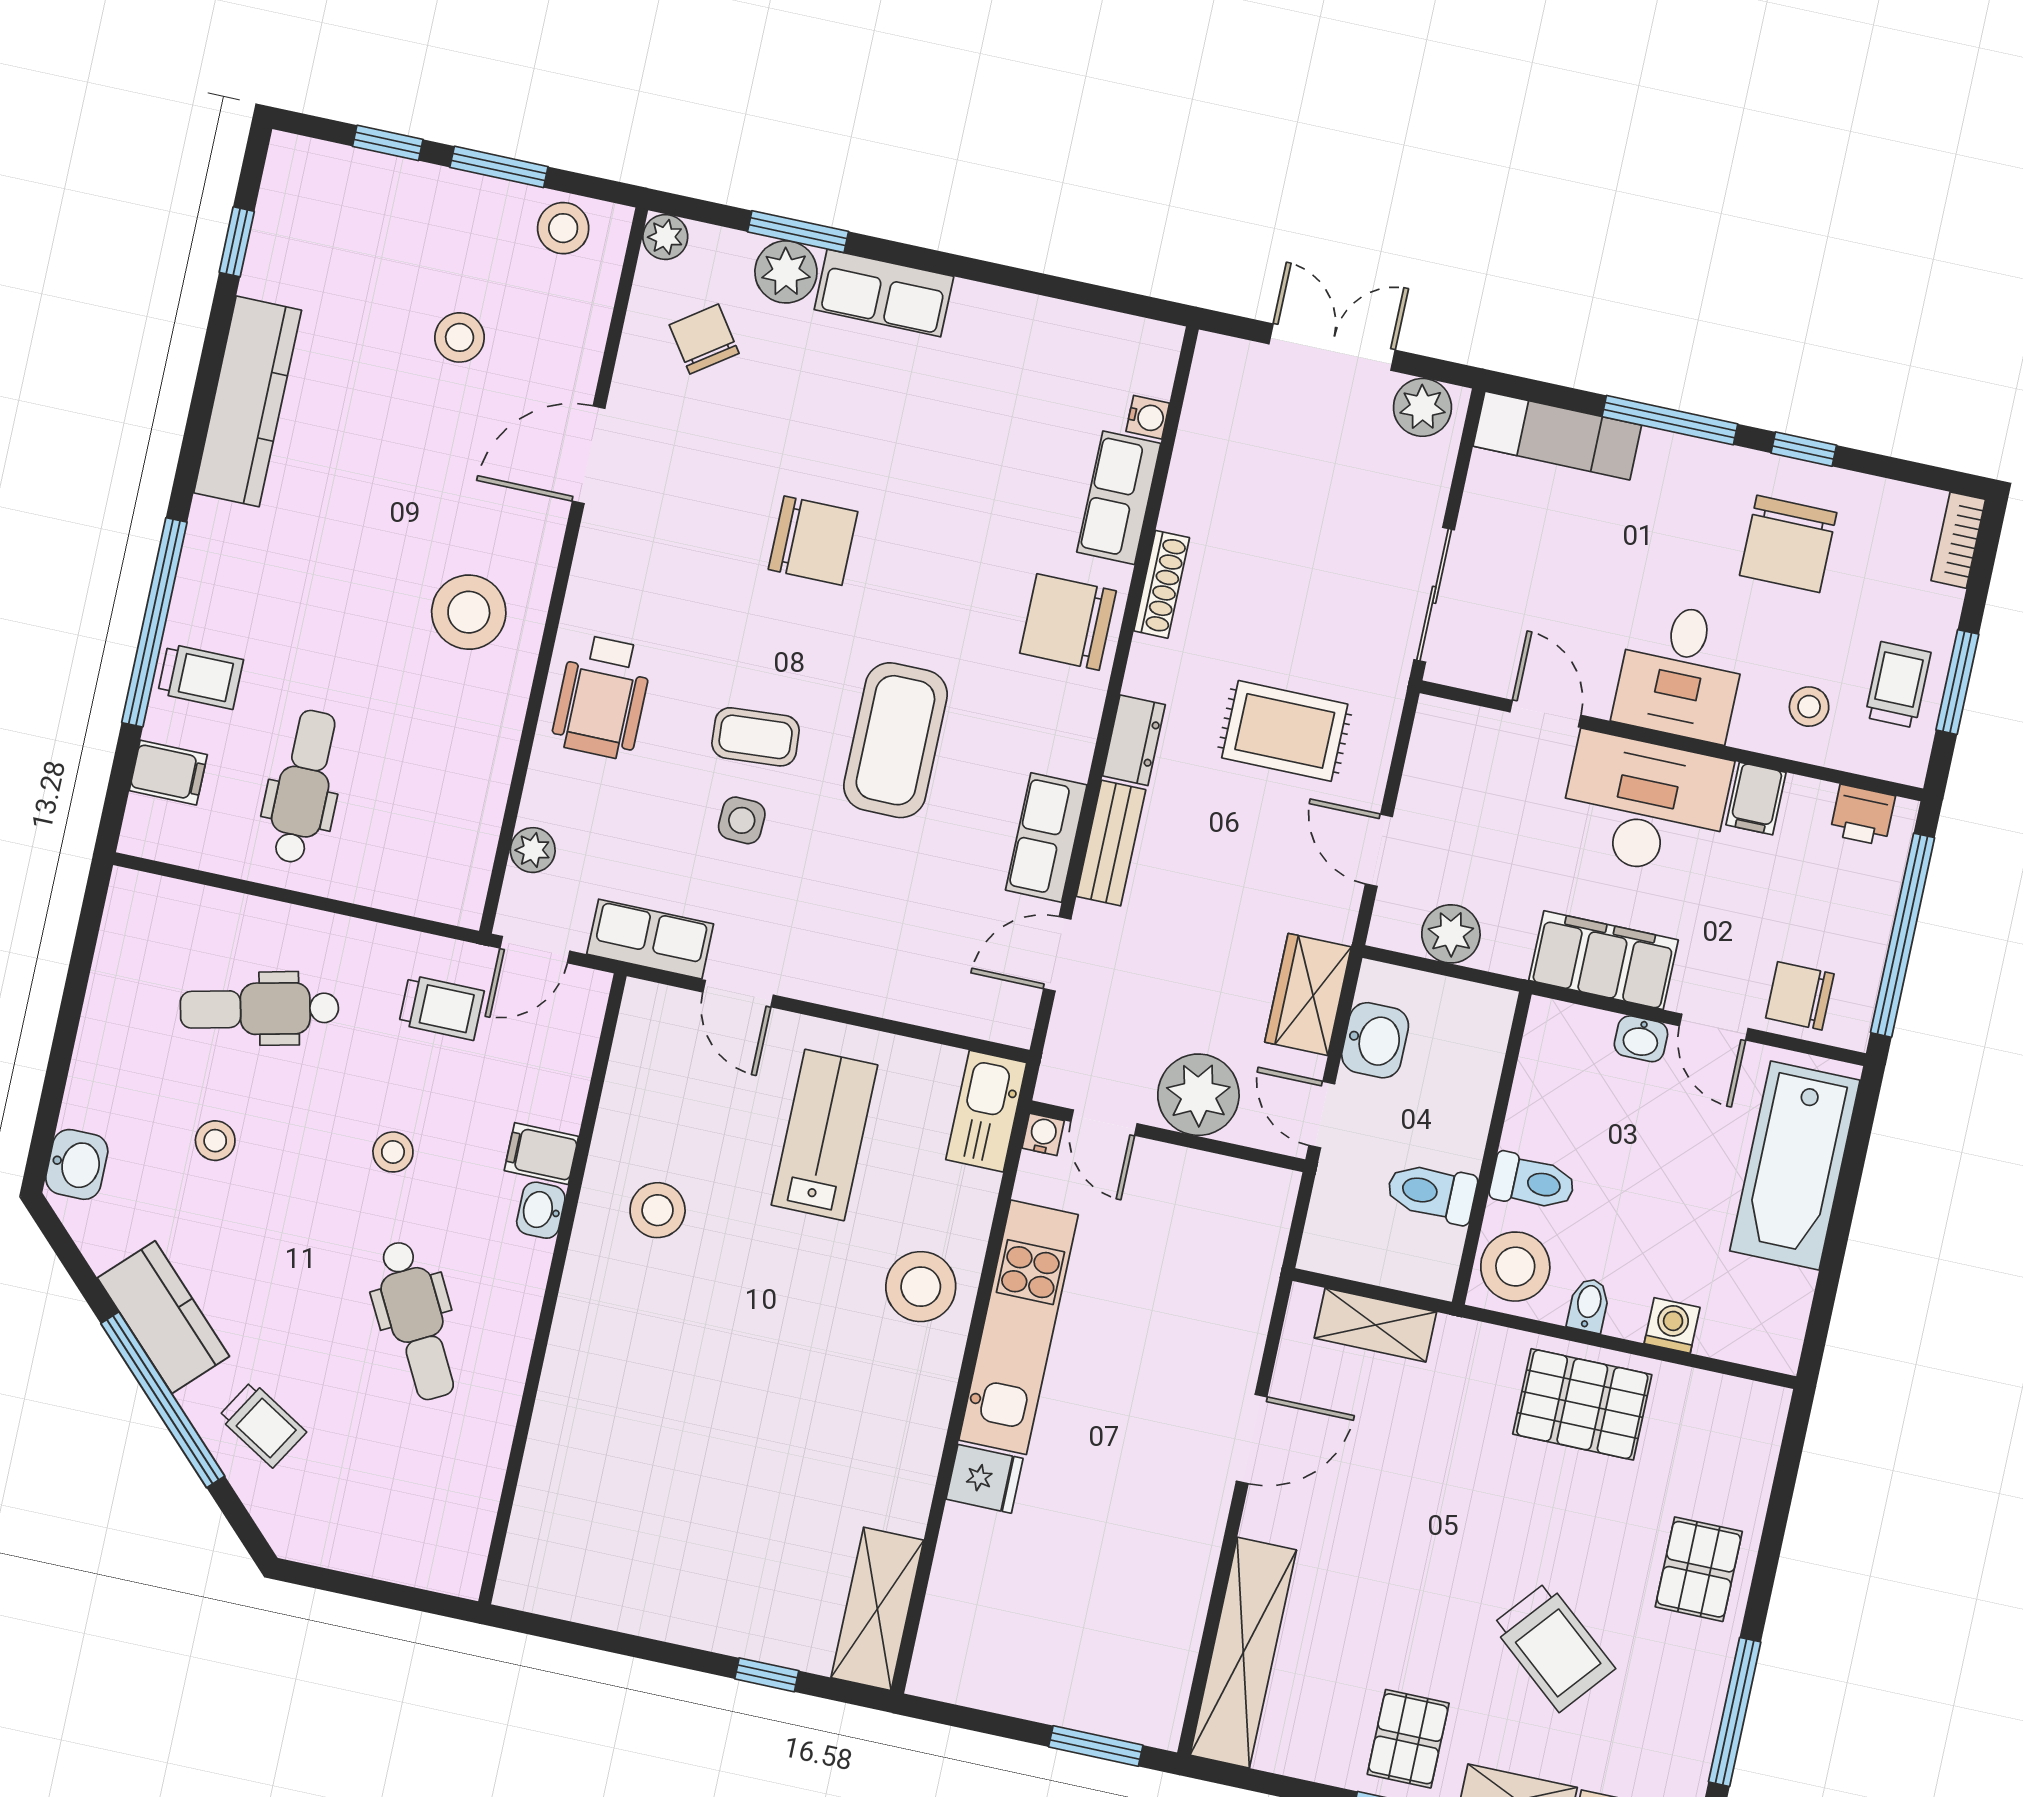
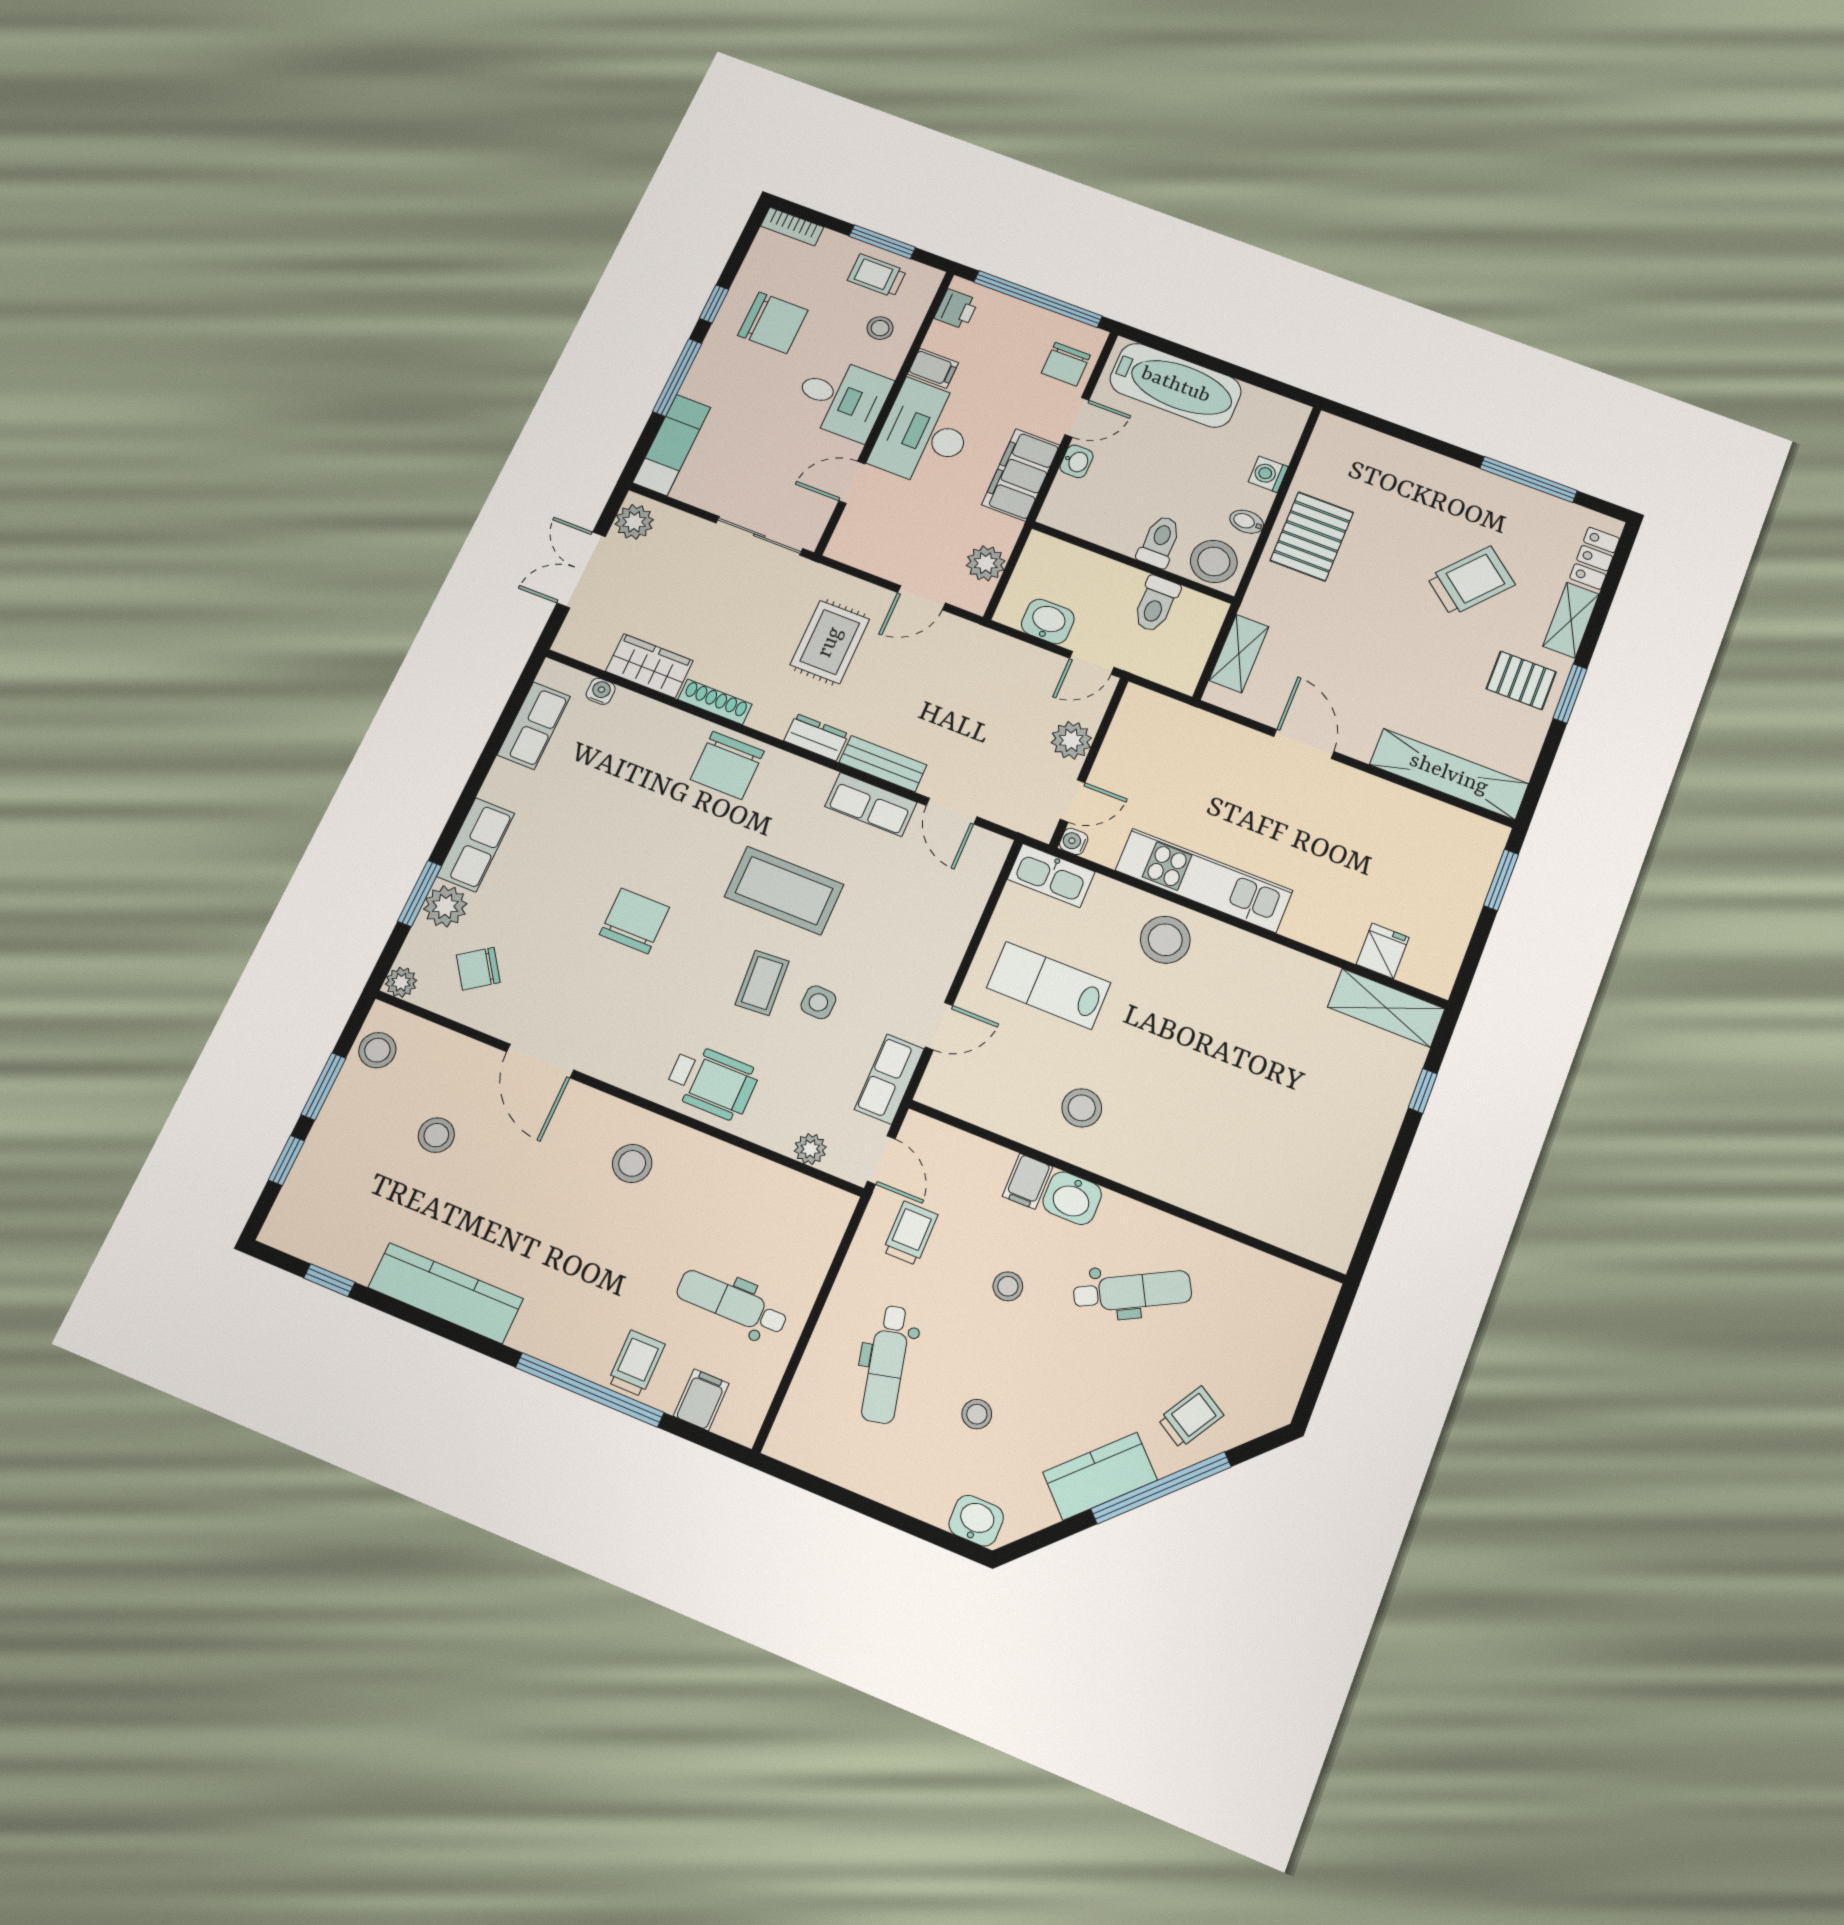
row of seats: (1119, 498) -> (534, 726), moved, turned -90
stool: (469, 612) -> (632, 1163), width x0.73, depth x0.73
wardrobe: (1308, 994) -> (649, 666), moved, turned 180
plant: (1198, 1095) -> (1071, 740), width x0.73, depth x0.73
washbasin: (541, 1210) -> (1072, 1198), width x1.38, depth x1.45
fridge: (985, 1479) -> (1383, 951), moved
pallet: (1699, 1569) -> (1431, 485), removed

